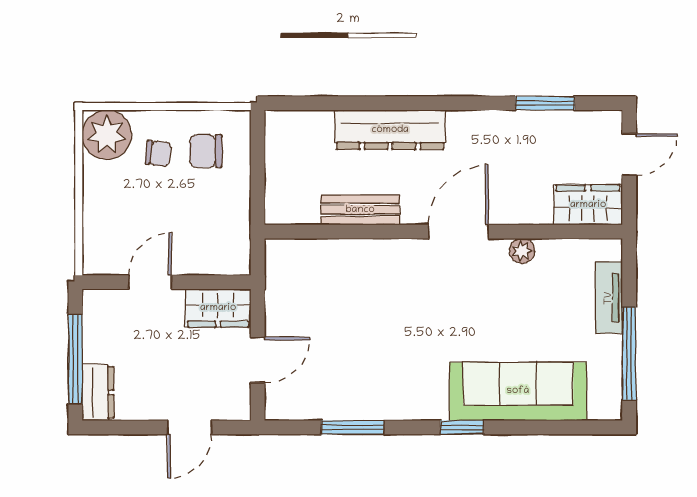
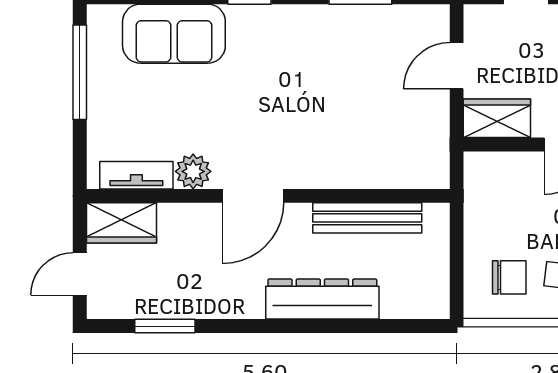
bench: (360, 210) -> (367, 218), width x1.36
plant: (522, 251) -> (193, 171), width x1.38, depth x1.38
tv unit: (609, 298) -> (136, 175), moved, turned -90
sofa: (518, 391) -> (174, 34), width x0.73

